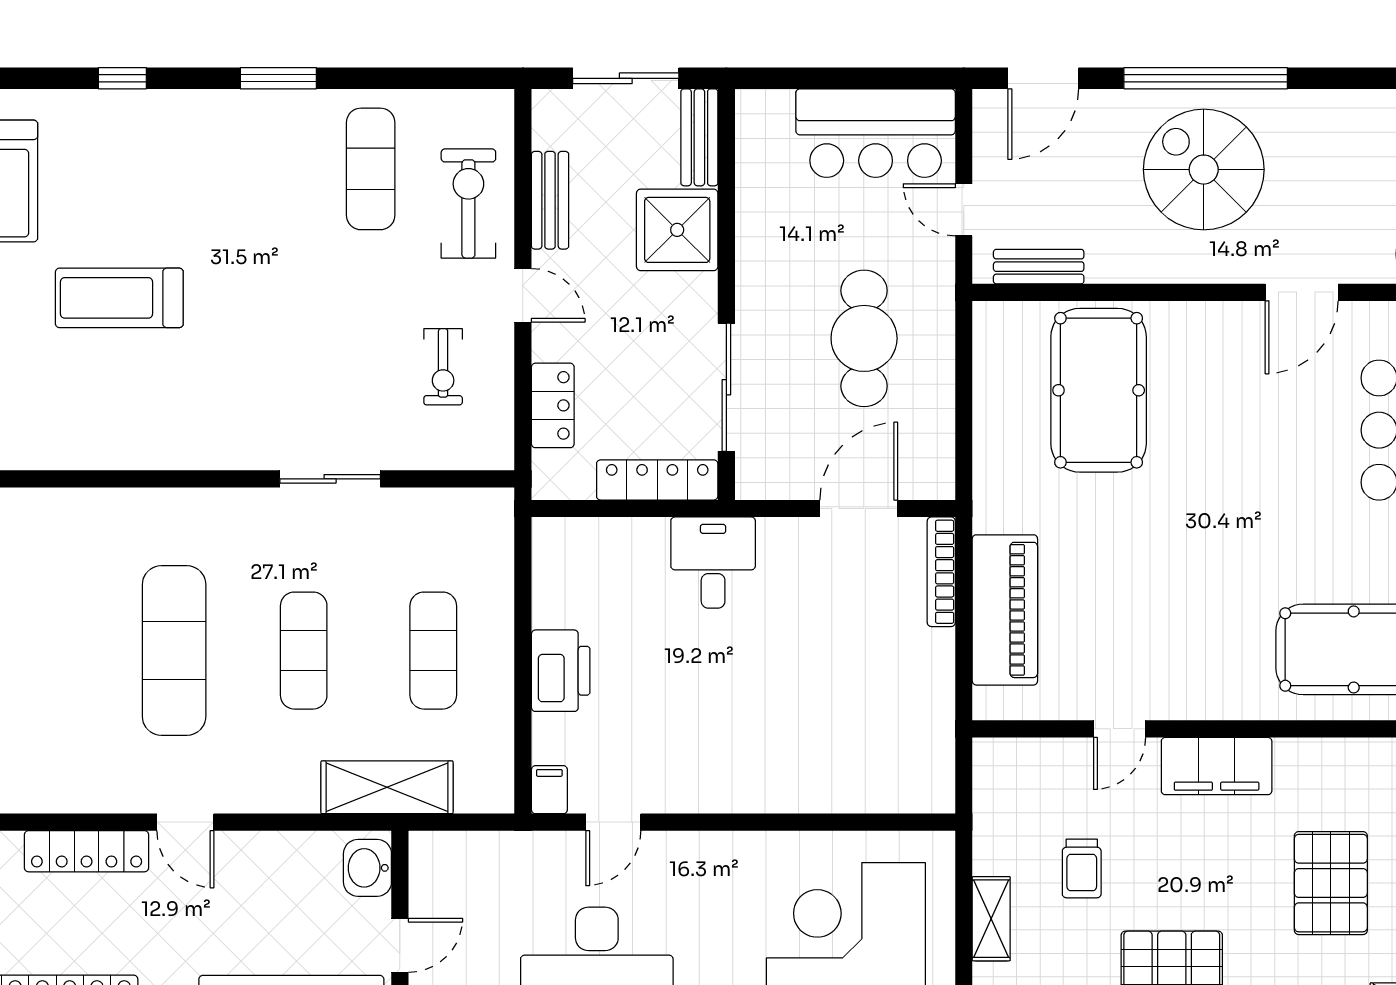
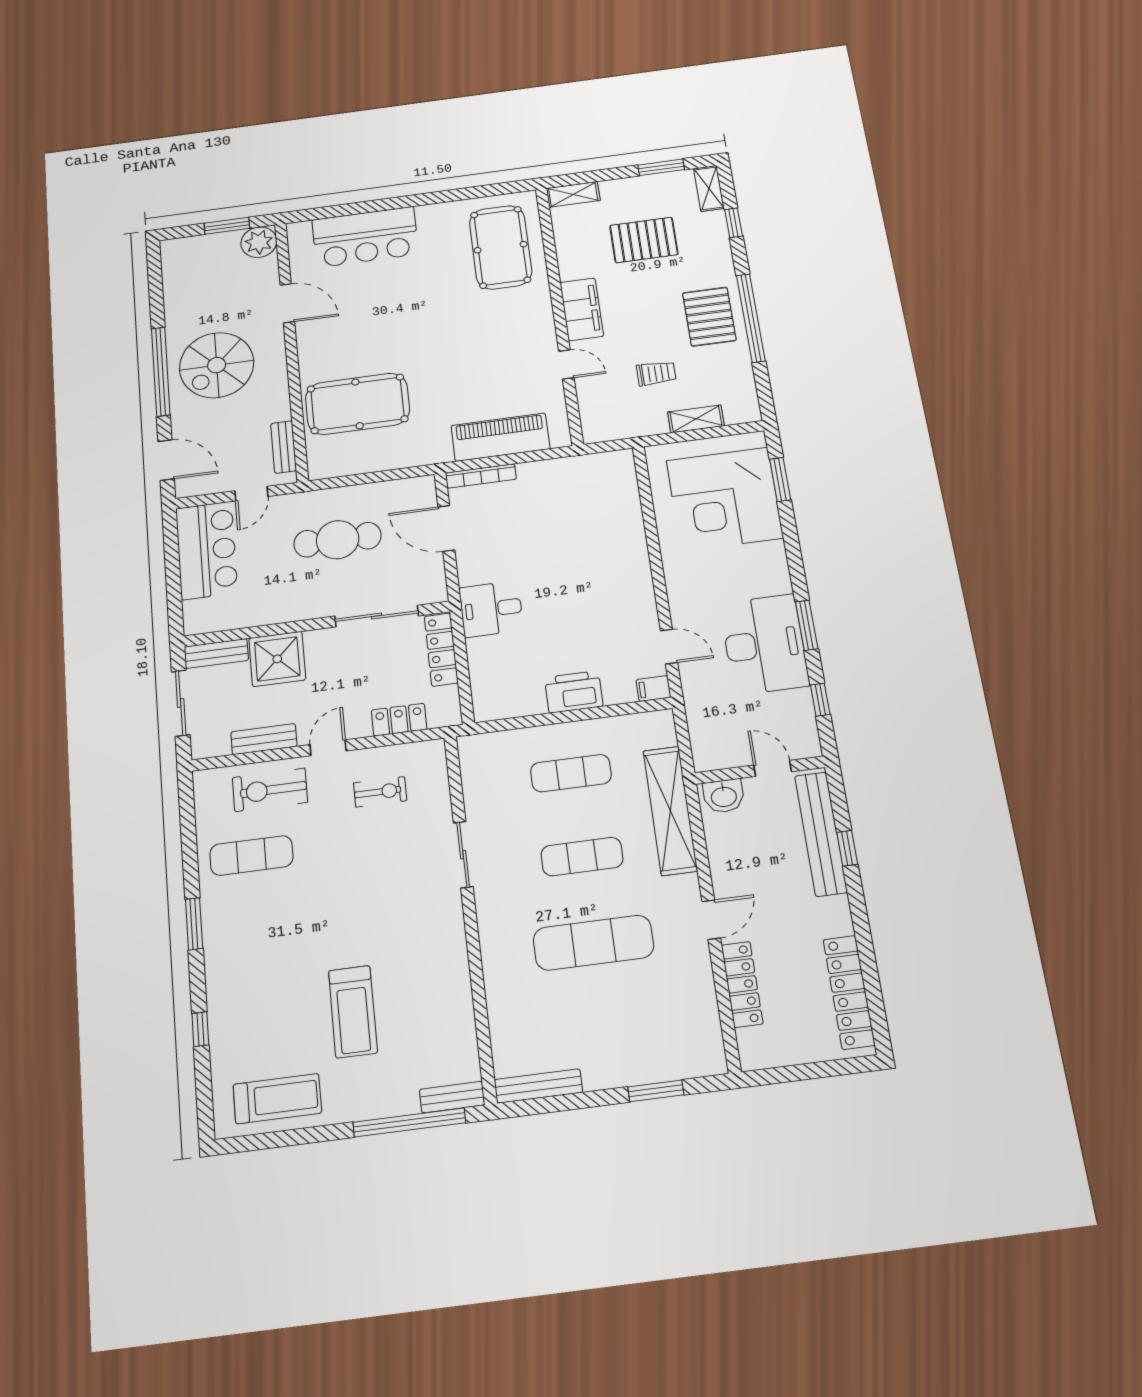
shelving: (387, 787) -> (670, 810), width x1.47

